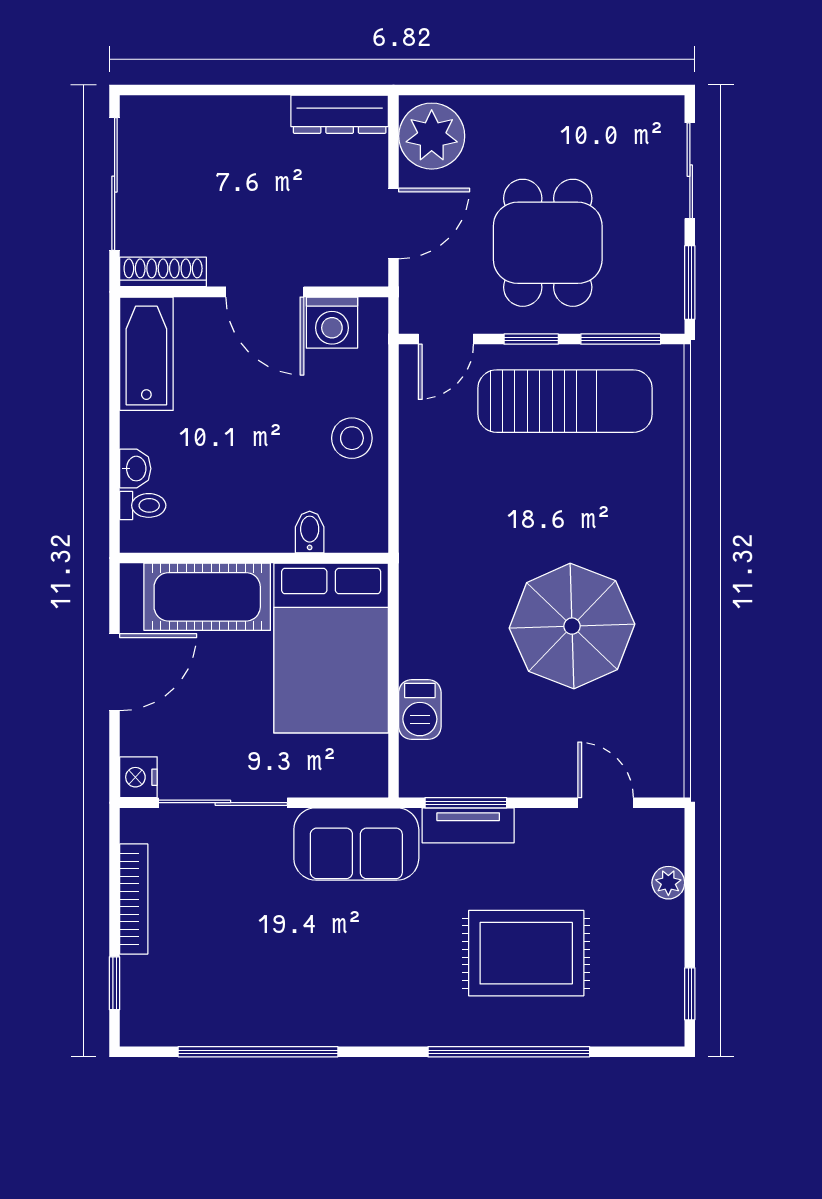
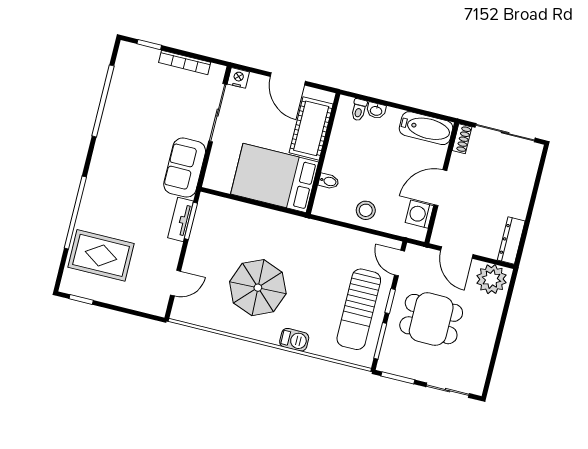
shoe rack: (163, 272) -> (462, 139), width x0.70
barbecue: (420, 710) -> (294, 340), moved, turned 180
plant: (668, 883) -> (133, 302), removed
rug: (526, 953) -> (101, 255), moved, turned 90

